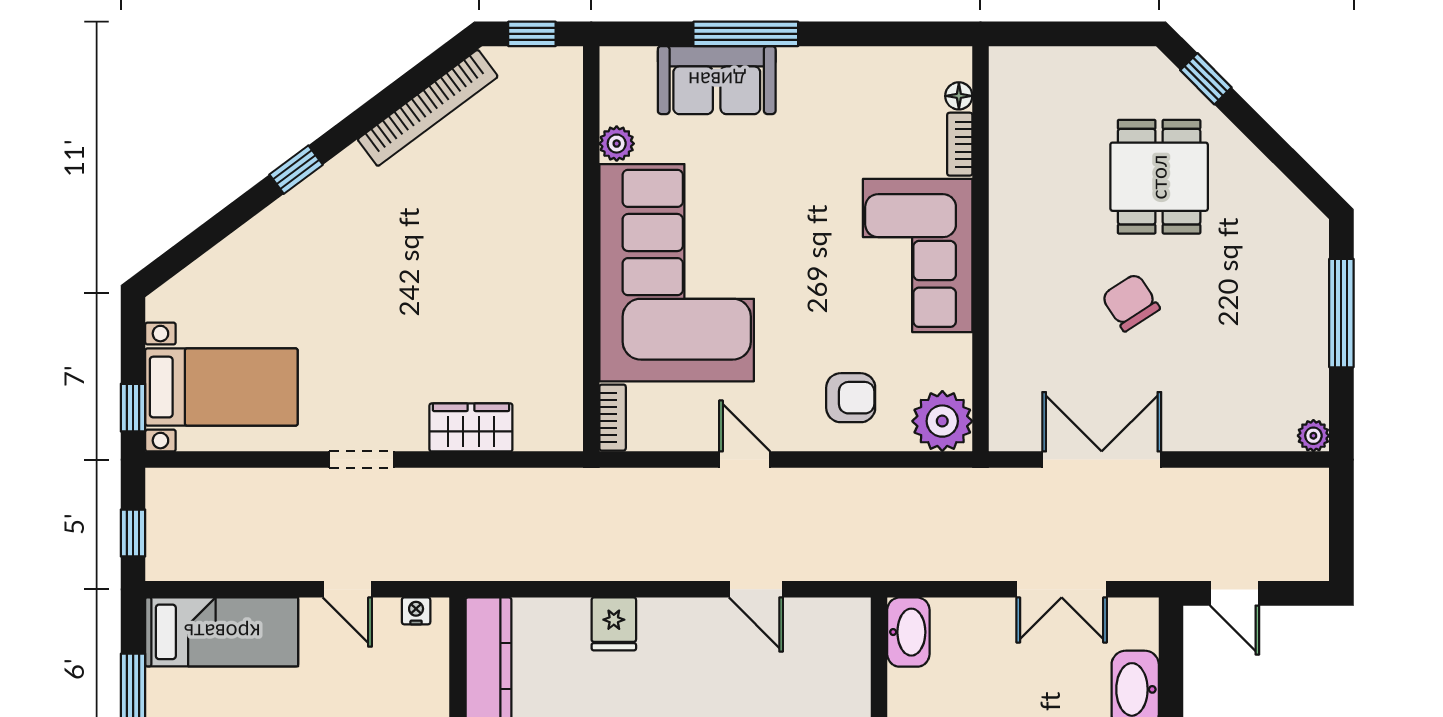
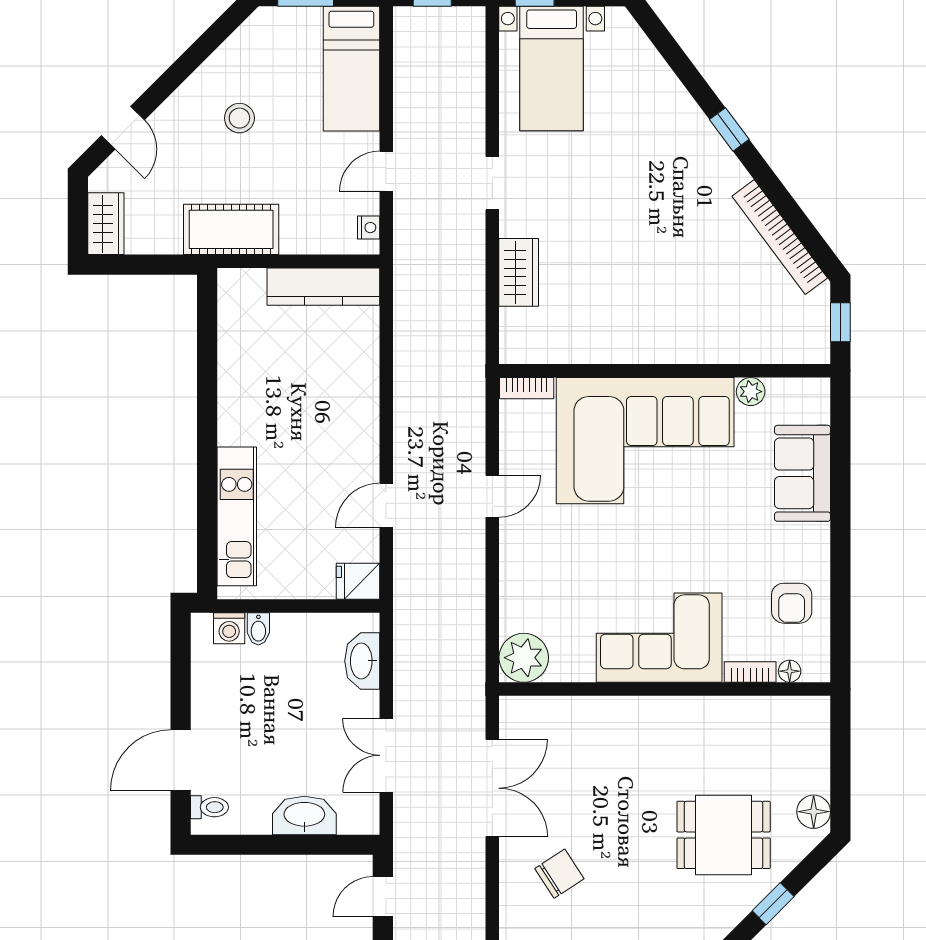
window: (746, 34) -> (840, 497), removed
floor lamp: (1131, 67) -> (814, 812), added
window: (1206, 79) -> (773, 904), moved
chair: (1131, 302) -> (559, 874), moved
armchair: (851, 398) -> (792, 603), moved
fridge: (614, 624) -> (358, 581), moved
washbasin: (908, 632) -> (362, 661), moved, turned 90

